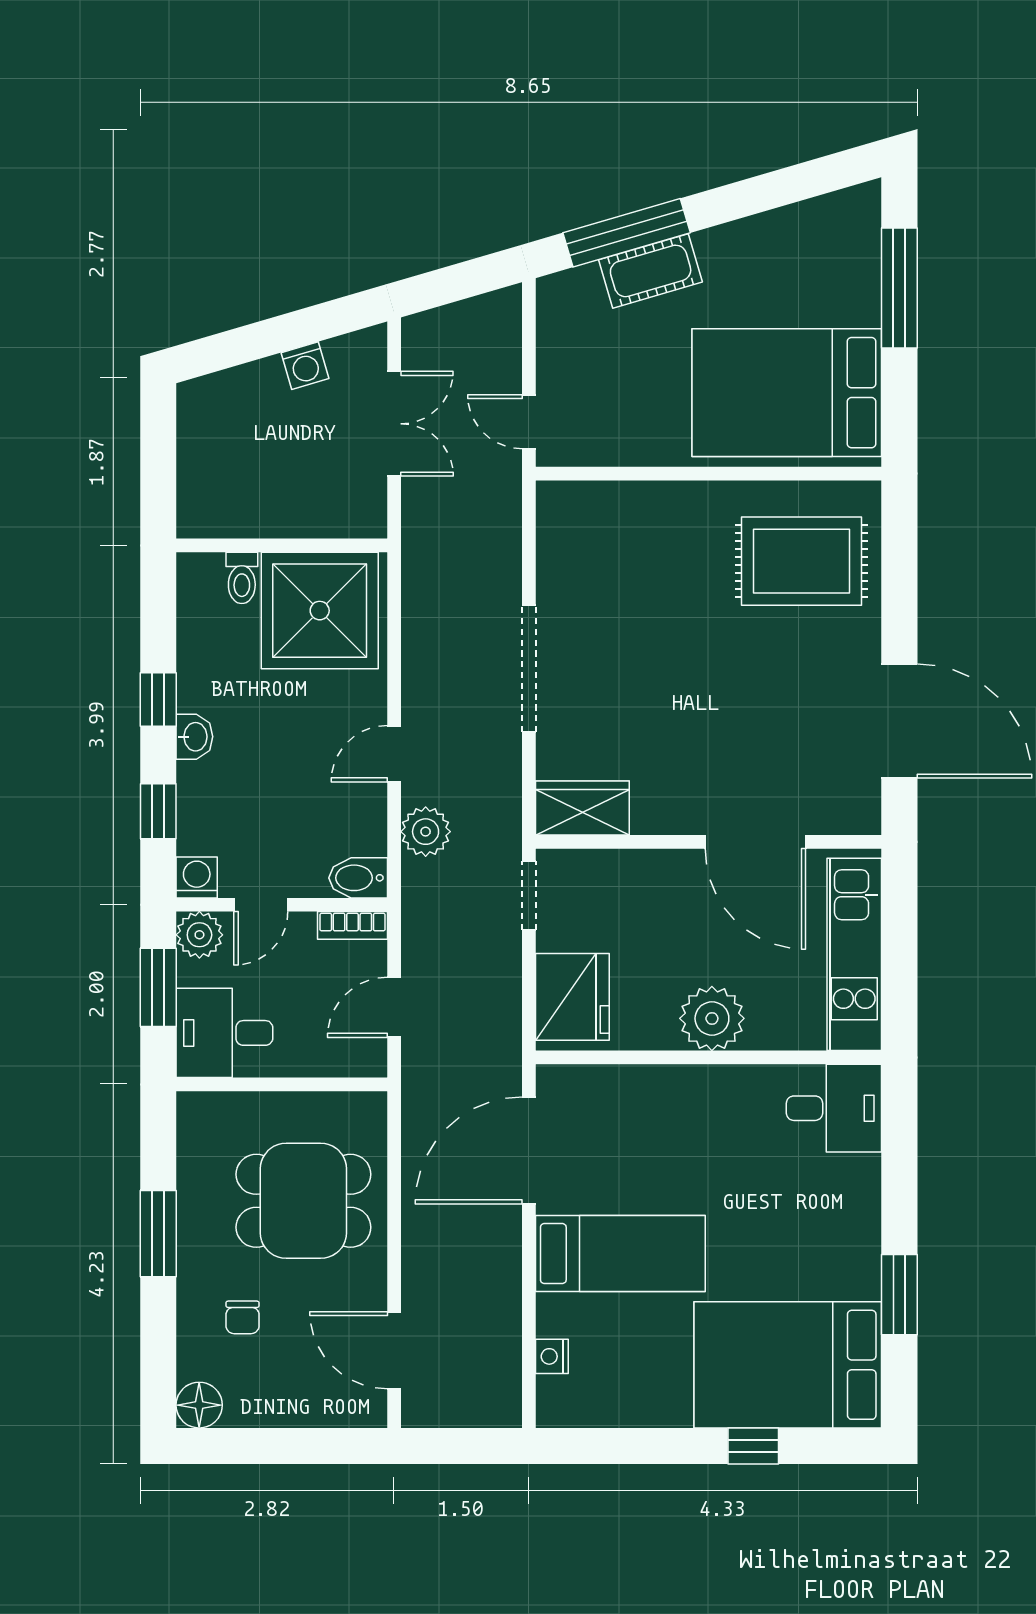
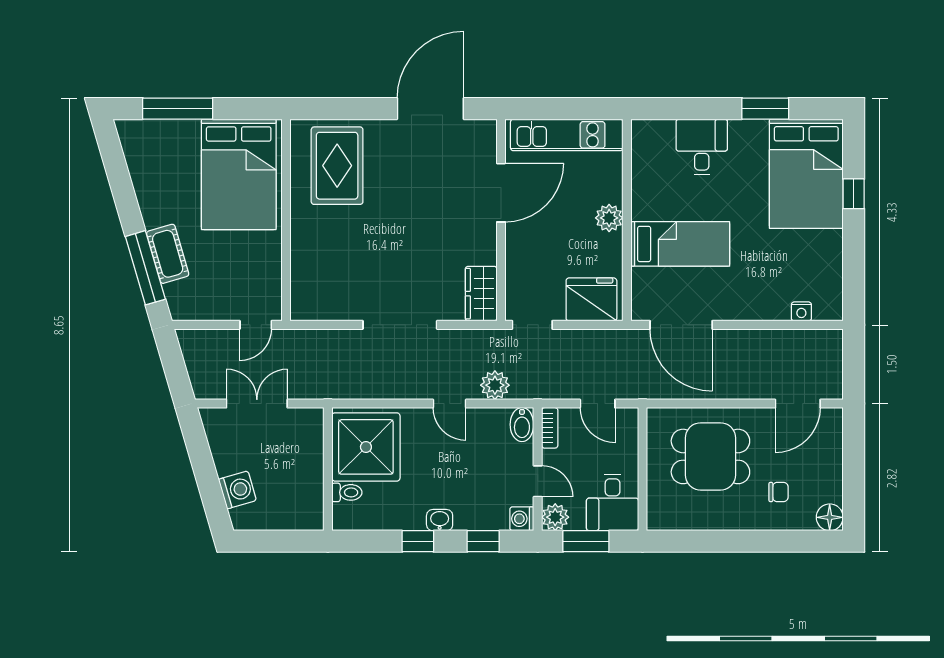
washing machine: (305, 366) -> (237, 490), moved, width x1.38, depth x1.38
plant: (712, 1018) -> (609, 218), width x0.73, depth x0.73
desk: (834, 1108) -> (702, 147), moved
dining table: (303, 1201) -> (710, 456), turned 90
window: (158, 1234) -> (730, 541), removed
bed: (620, 1254) -> (680, 244), moved, turned 90

